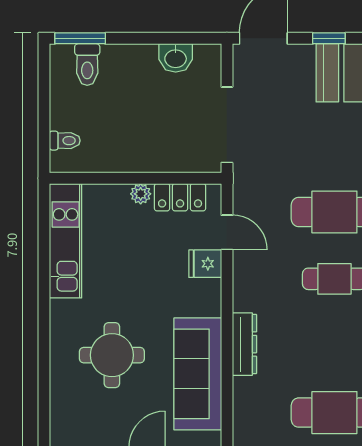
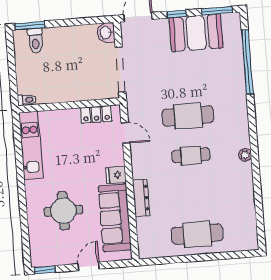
washbasin: (176, 58) -> (106, 33), moved, turned 90
toilet: (65, 141) -> (27, 100), moved
plant: (141, 194) -> (73, 114), removed
fridge: (205, 264) -> (116, 175), moved

